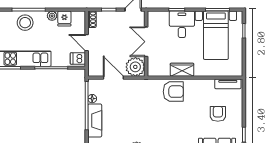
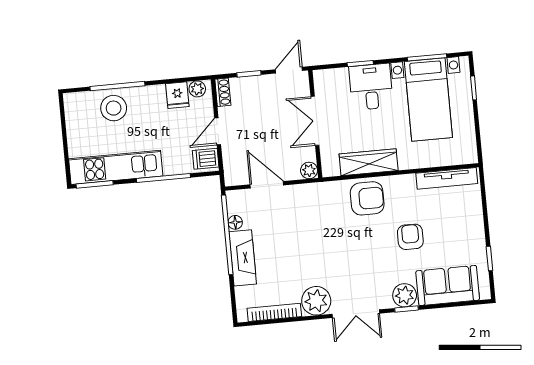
plant: (52, 16) -> (197, 89), moved
door: (87, 43) -> (218, 131), hinge flipped
plant: (135, 67) -> (309, 170), width x0.53, depth x0.53
wardrobe: (182, 70) -> (369, 162), width x1.50
tv unit: (228, 84) -> (447, 178), width x1.41
armchair: (218, 114) -> (410, 237), moved

